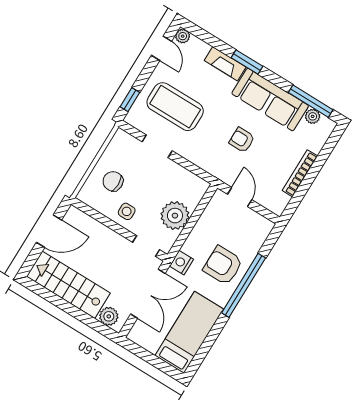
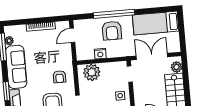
armchair: (242, 140) -> (59, 77), moved
door: (240, 197) -> (72, 35), moved
plant: (175, 216) -> (92, 72), moved
nightstand: (181, 263) -> (100, 54), moved

